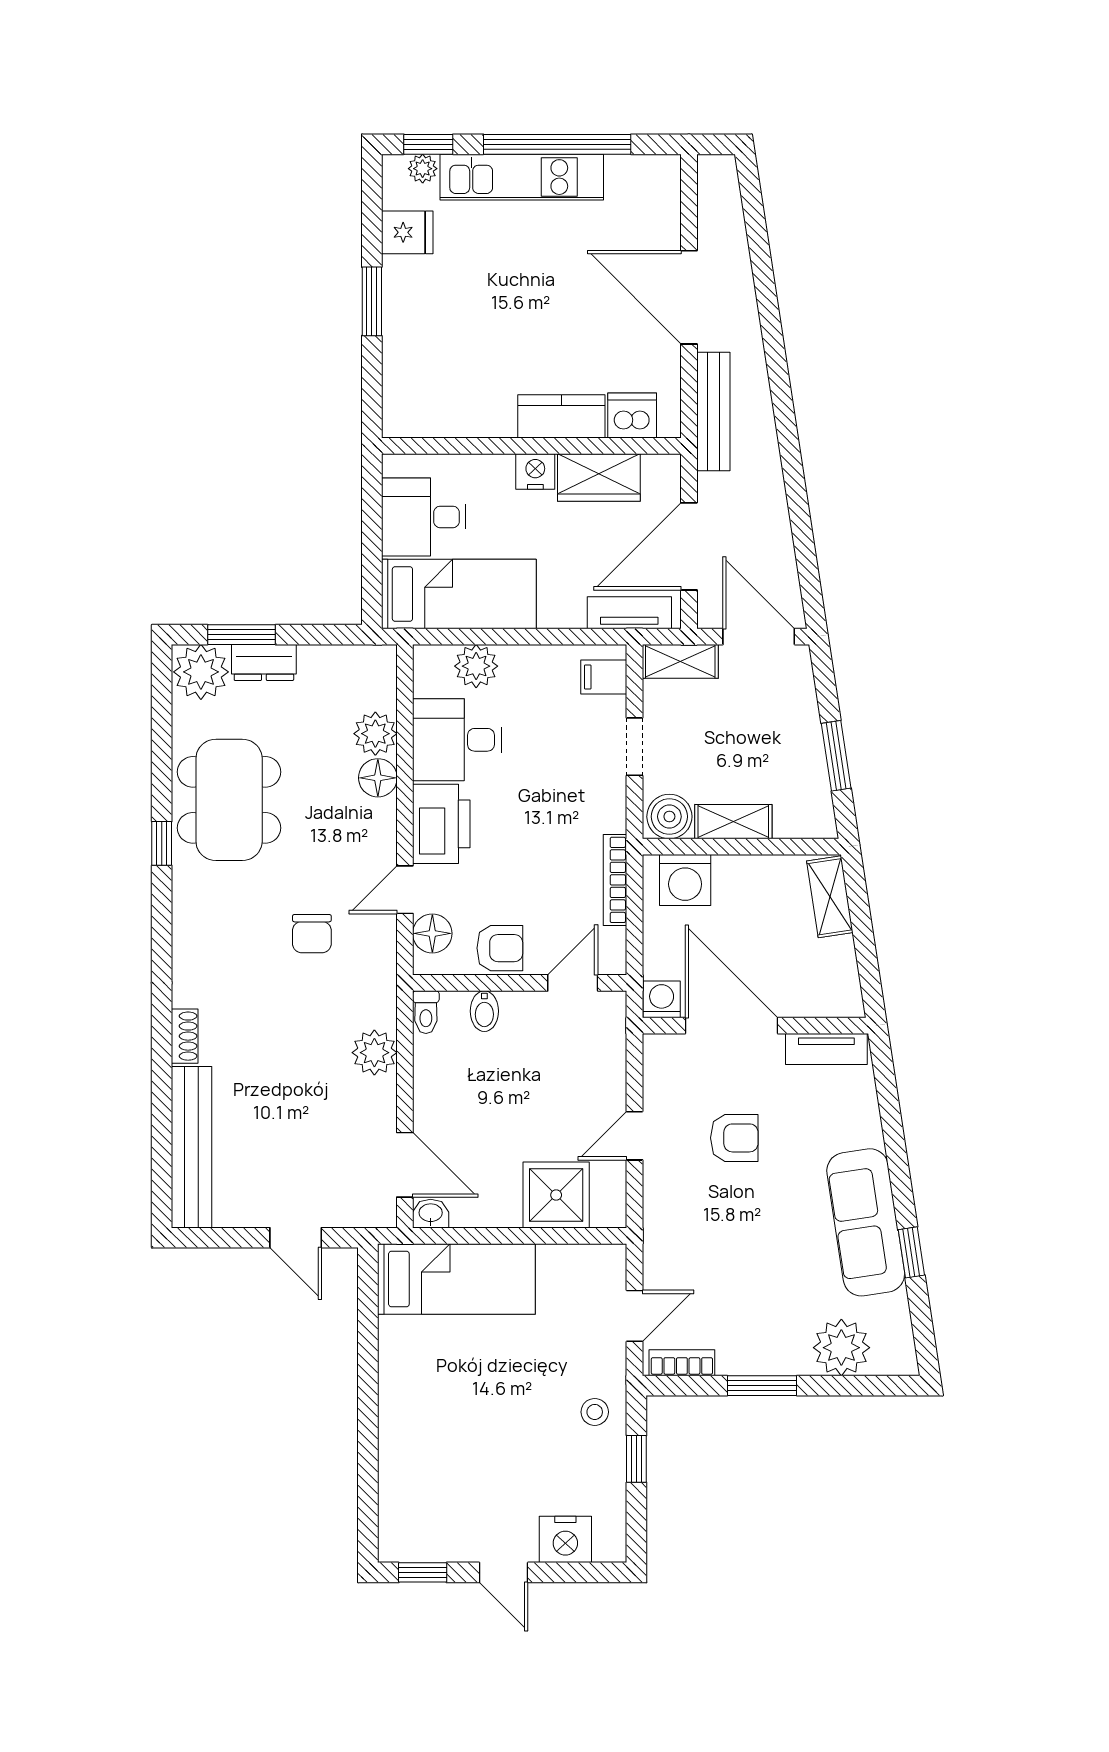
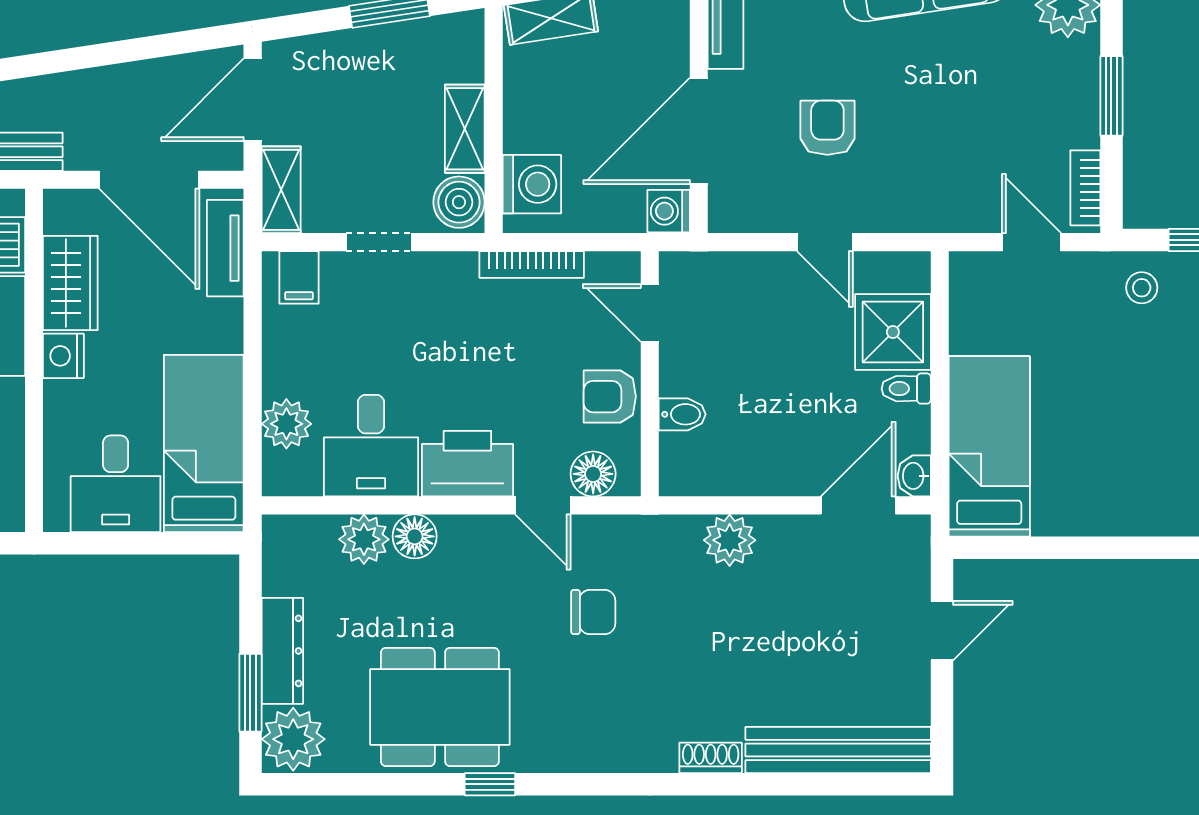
dresser: (264, 662) -> (282, 651), width x1.44
armchair: (500, 948) -> (610, 397), turned -90
toilet: (426, 1012) -> (906, 389), moved, turned 180

